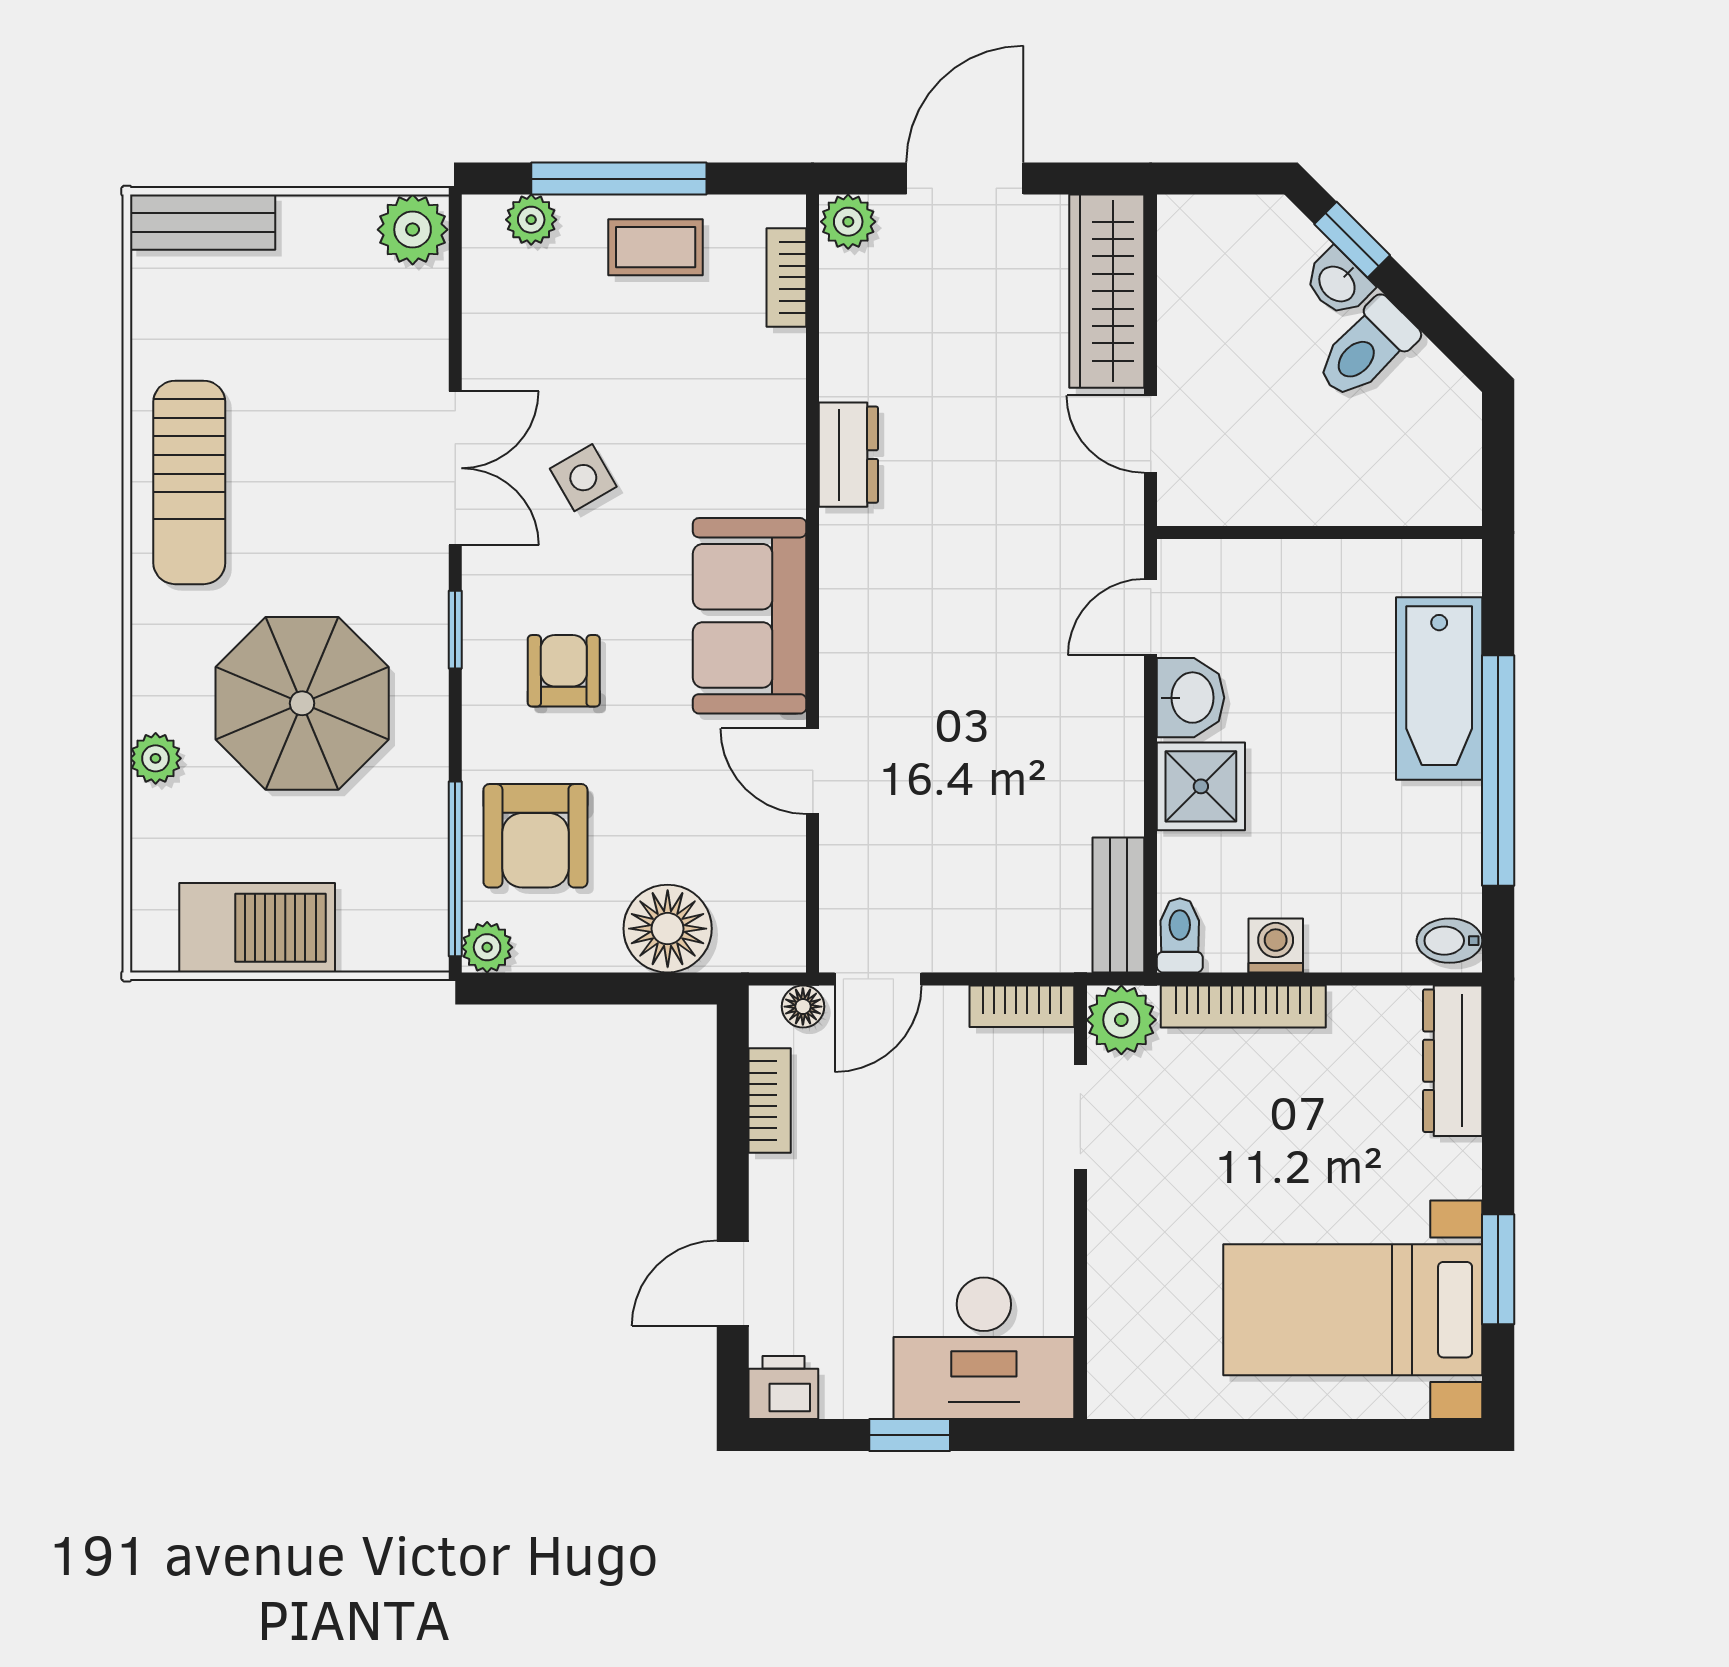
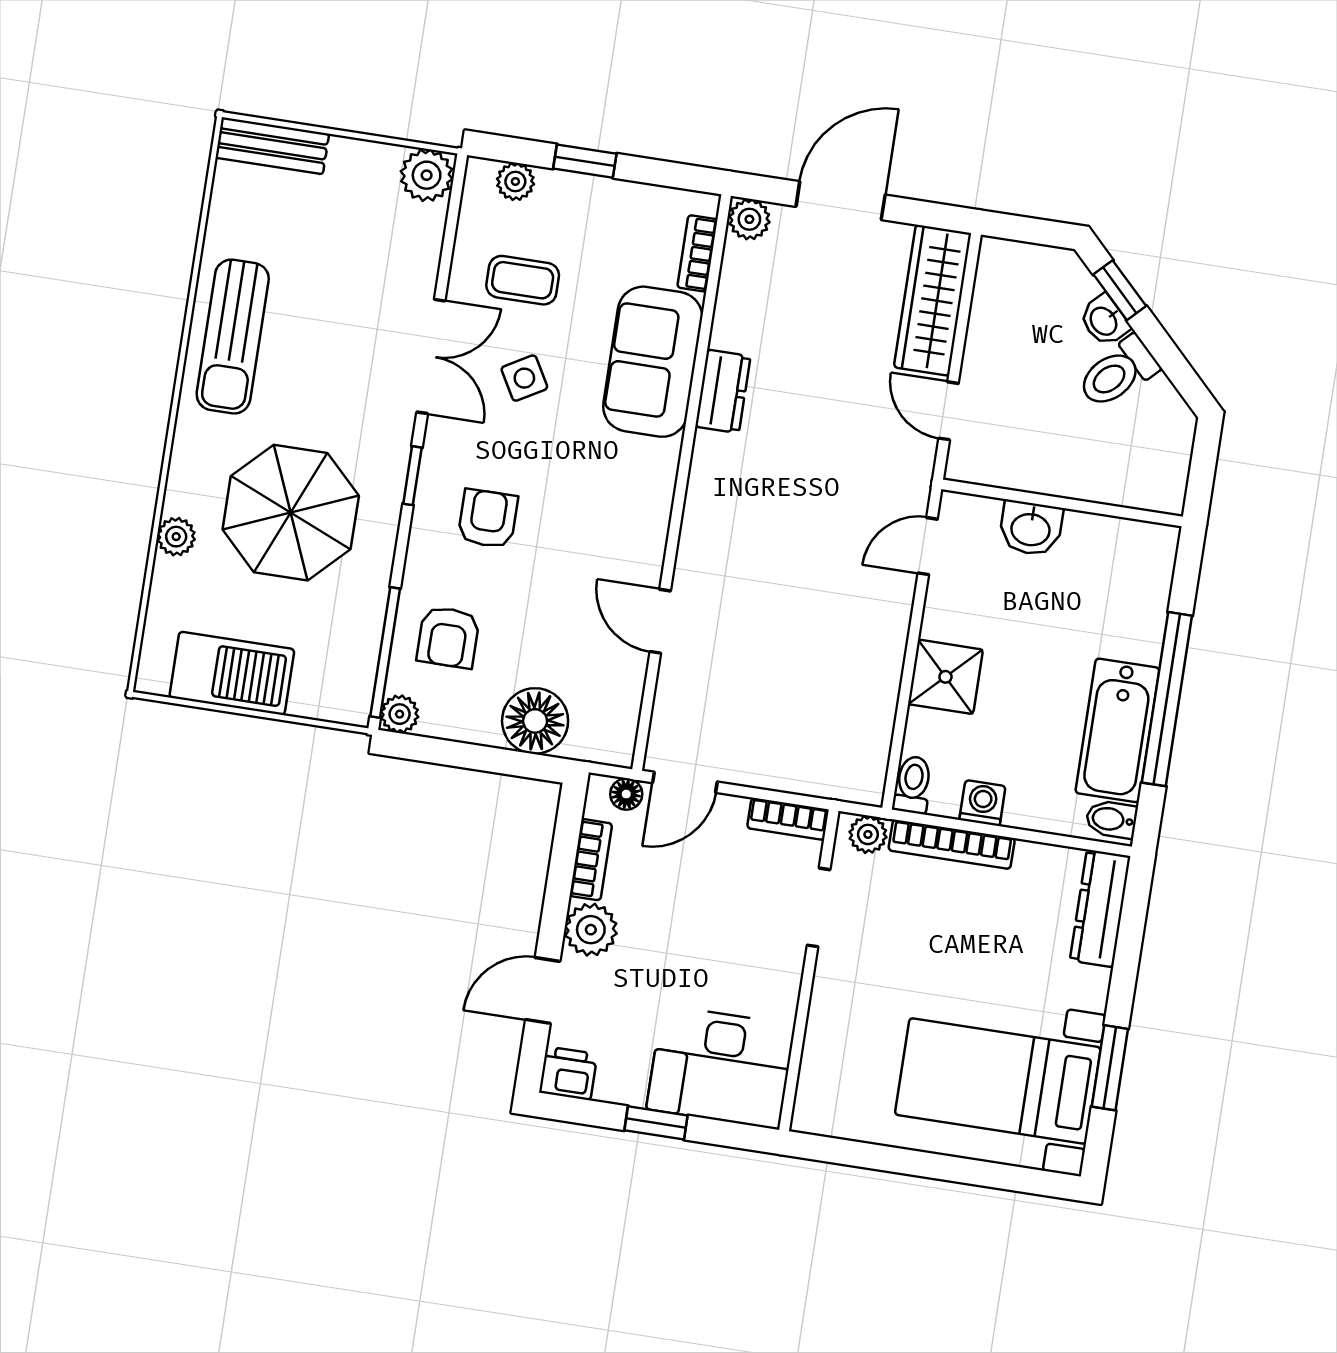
window: (619, 179) -> (585, 161), width x0.46
coffee table: (656, 247) -> (523, 280), moved
sofa: (750, 616) -> (653, 362), moved
bathtub: (1439, 688) -> (1117, 730), moved
washbasin: (1190, 698) -> (1031, 528), moved, turned 90
armchair: (535, 836) -> (448, 637), width x0.72, depth x0.72
bench: (1118, 905) -> (871, 755), removed
plant: (1121, 1020) -> (868, 834), width x0.73, depth x0.73
plant: (784, 1193) -> (591, 930), added

